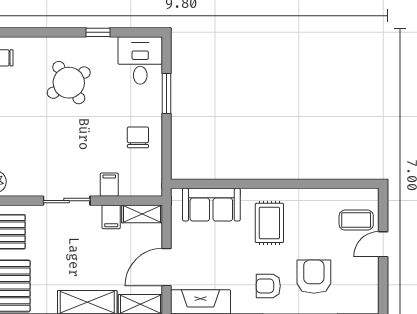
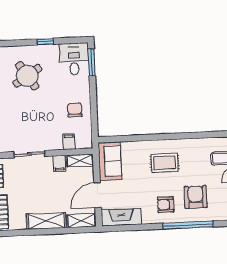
window: (167, 93) -> (92, 62), moved
filing cabinet: (109, 185) -> (69, 142), moved
sofa: (211, 205) -> (110, 161), moved, turned -90
rug: (269, 223) -> (165, 163), turned 90

